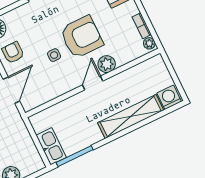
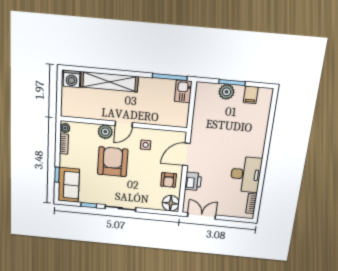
armchair: (82, 37) -> (113, 162), turned 90
side table: (54, 55) -> (146, 145), moved
kitchen sink: (51, 146) -> (183, 91), width x0.73

